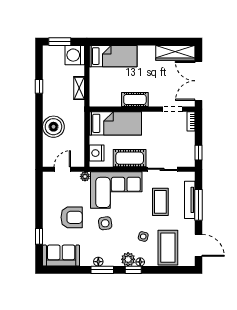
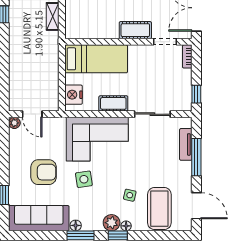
cot: (135, 99) -> (135, 30), moved
boiler: (53, 127) -> (22, 63), removed
cot: (130, 158) -> (113, 103), width x0.73, depth x0.75
door: (62, 169) -> (32, 114), swing flipped
plant: (85, 176) -> (14, 123), moved
tv unit: (190, 200) -> (186, 144), width x0.71
coffee table: (160, 202) -> (150, 154), removed
sofa: (61, 256) -> (39, 218), width x1.36

